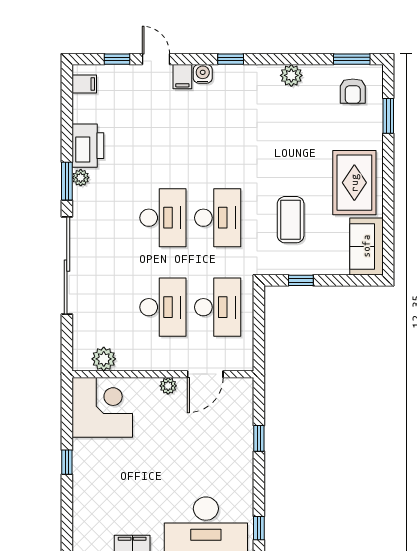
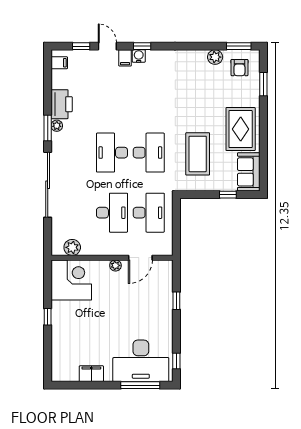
window: (231, 59) -> (142, 46), moved
plant: (291, 75) -> (215, 57), moved
desk: (163, 218) -> (112, 153), turned 180
coffee table: (291, 220) -> (198, 154), width x1.36, depth x1.32
window: (301, 280) -> (228, 195), moved

